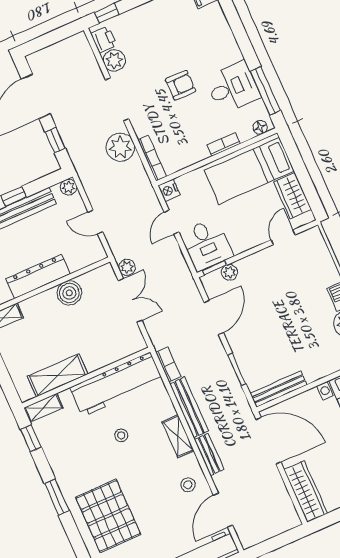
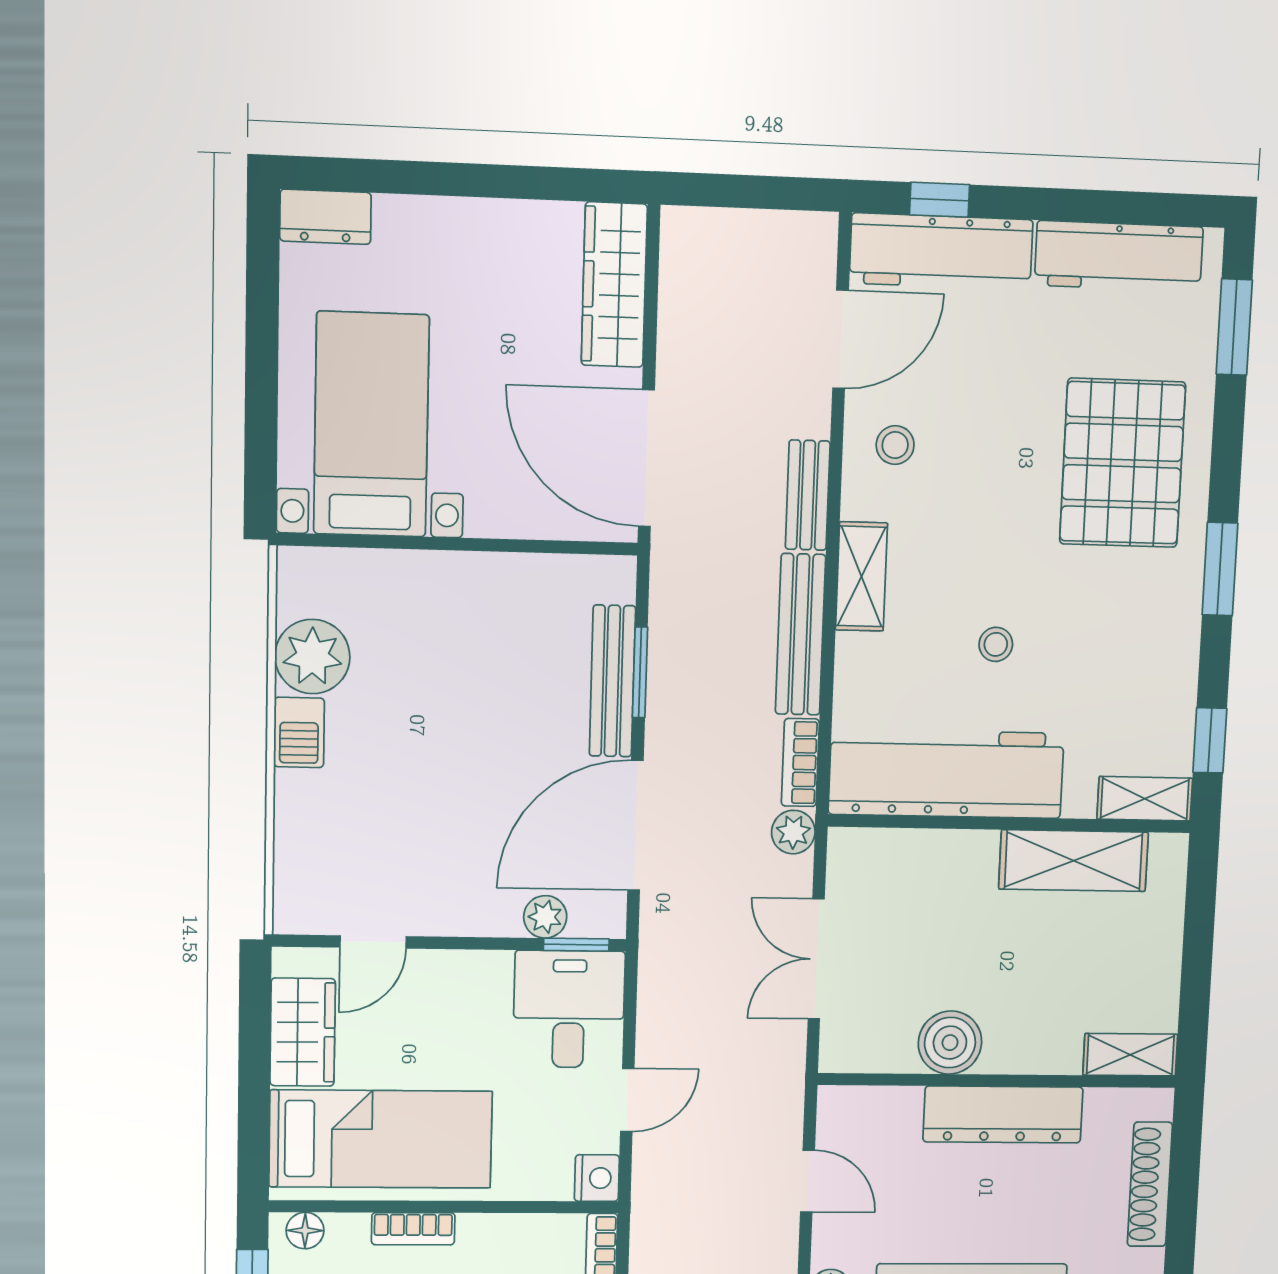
plant: (127, 267) -> (793, 832), moved
door: (214, 317) -> (635, 825), width x1.36
bench: (278, 389) -> (612, 681), moved, turned 90

